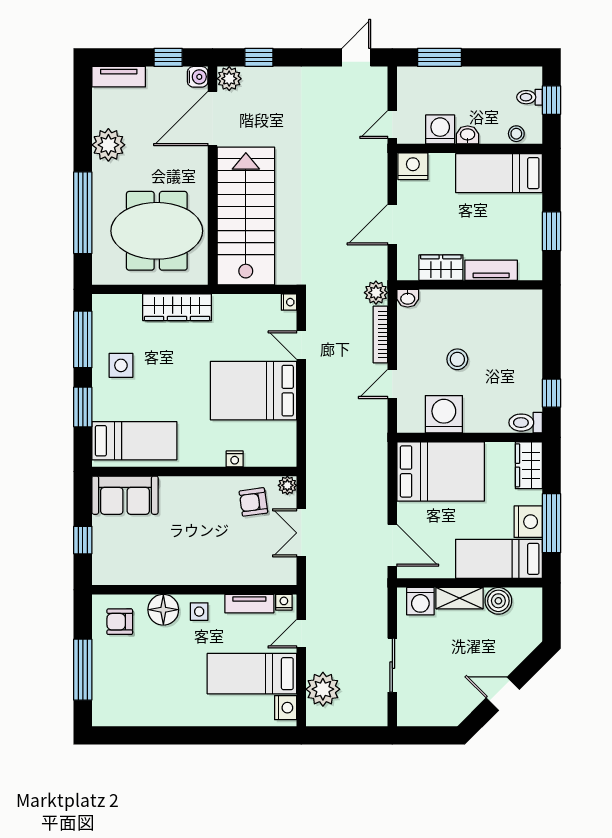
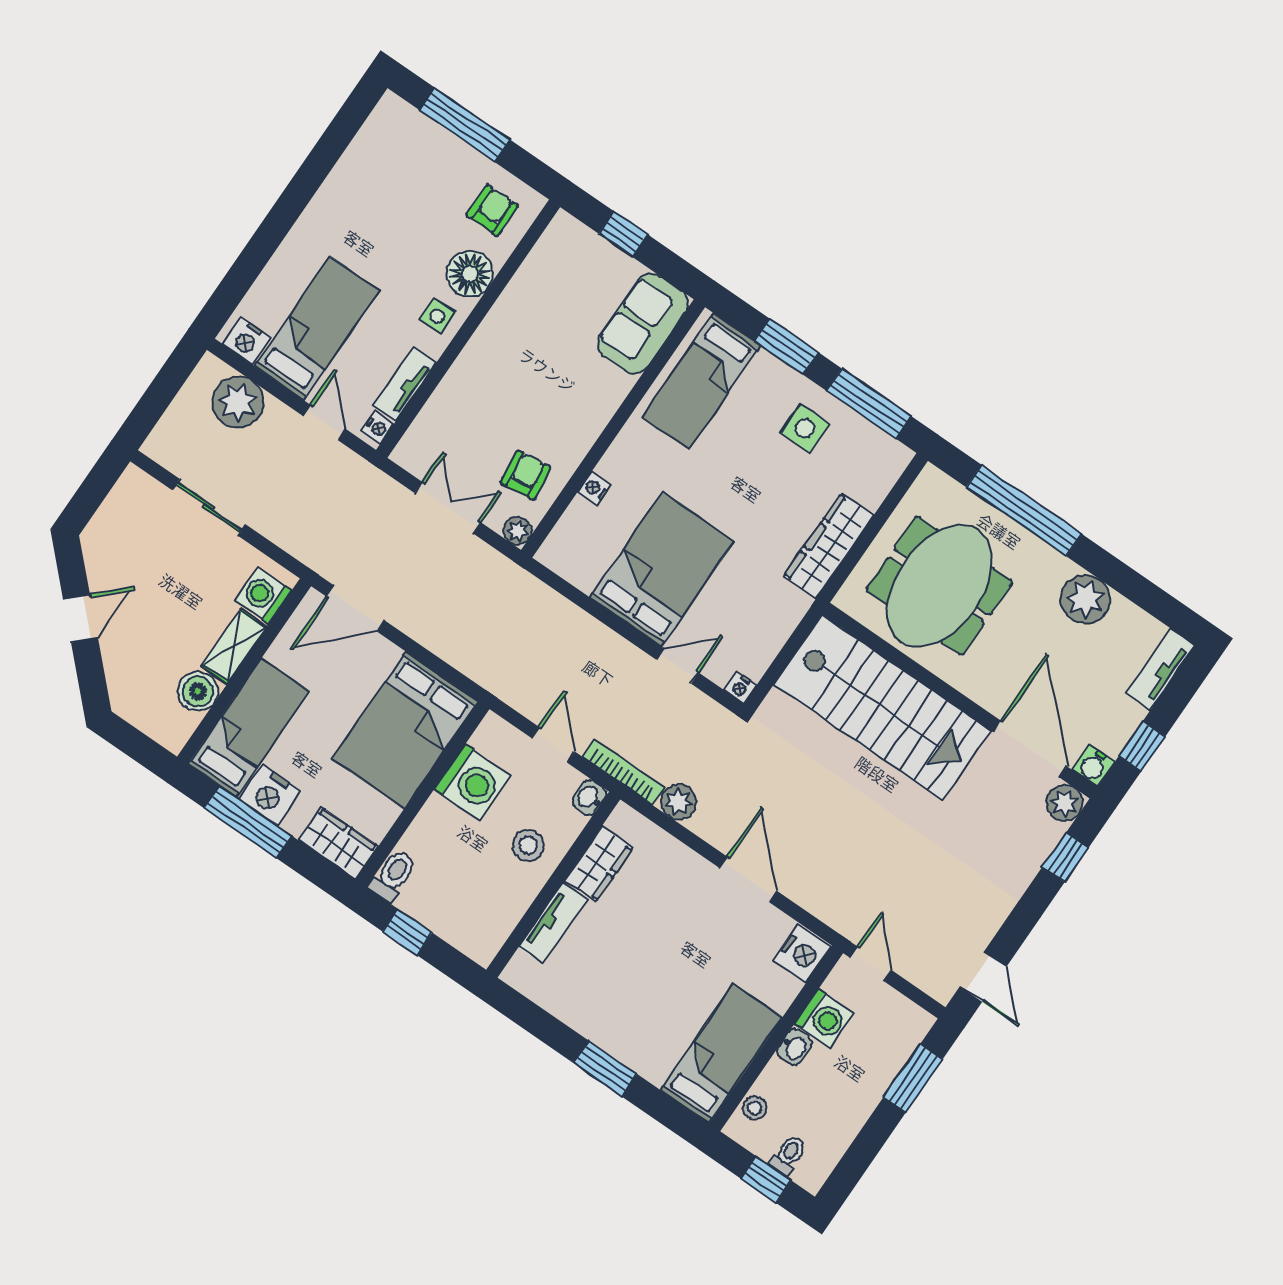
wardrobe: (441, 268) -> (599, 864), moved
tv unit: (491, 270) -> (553, 923), moved
wall: (470, 285) -> (553, 885), moved
washbasin: (408, 298) -> (589, 798), moved

